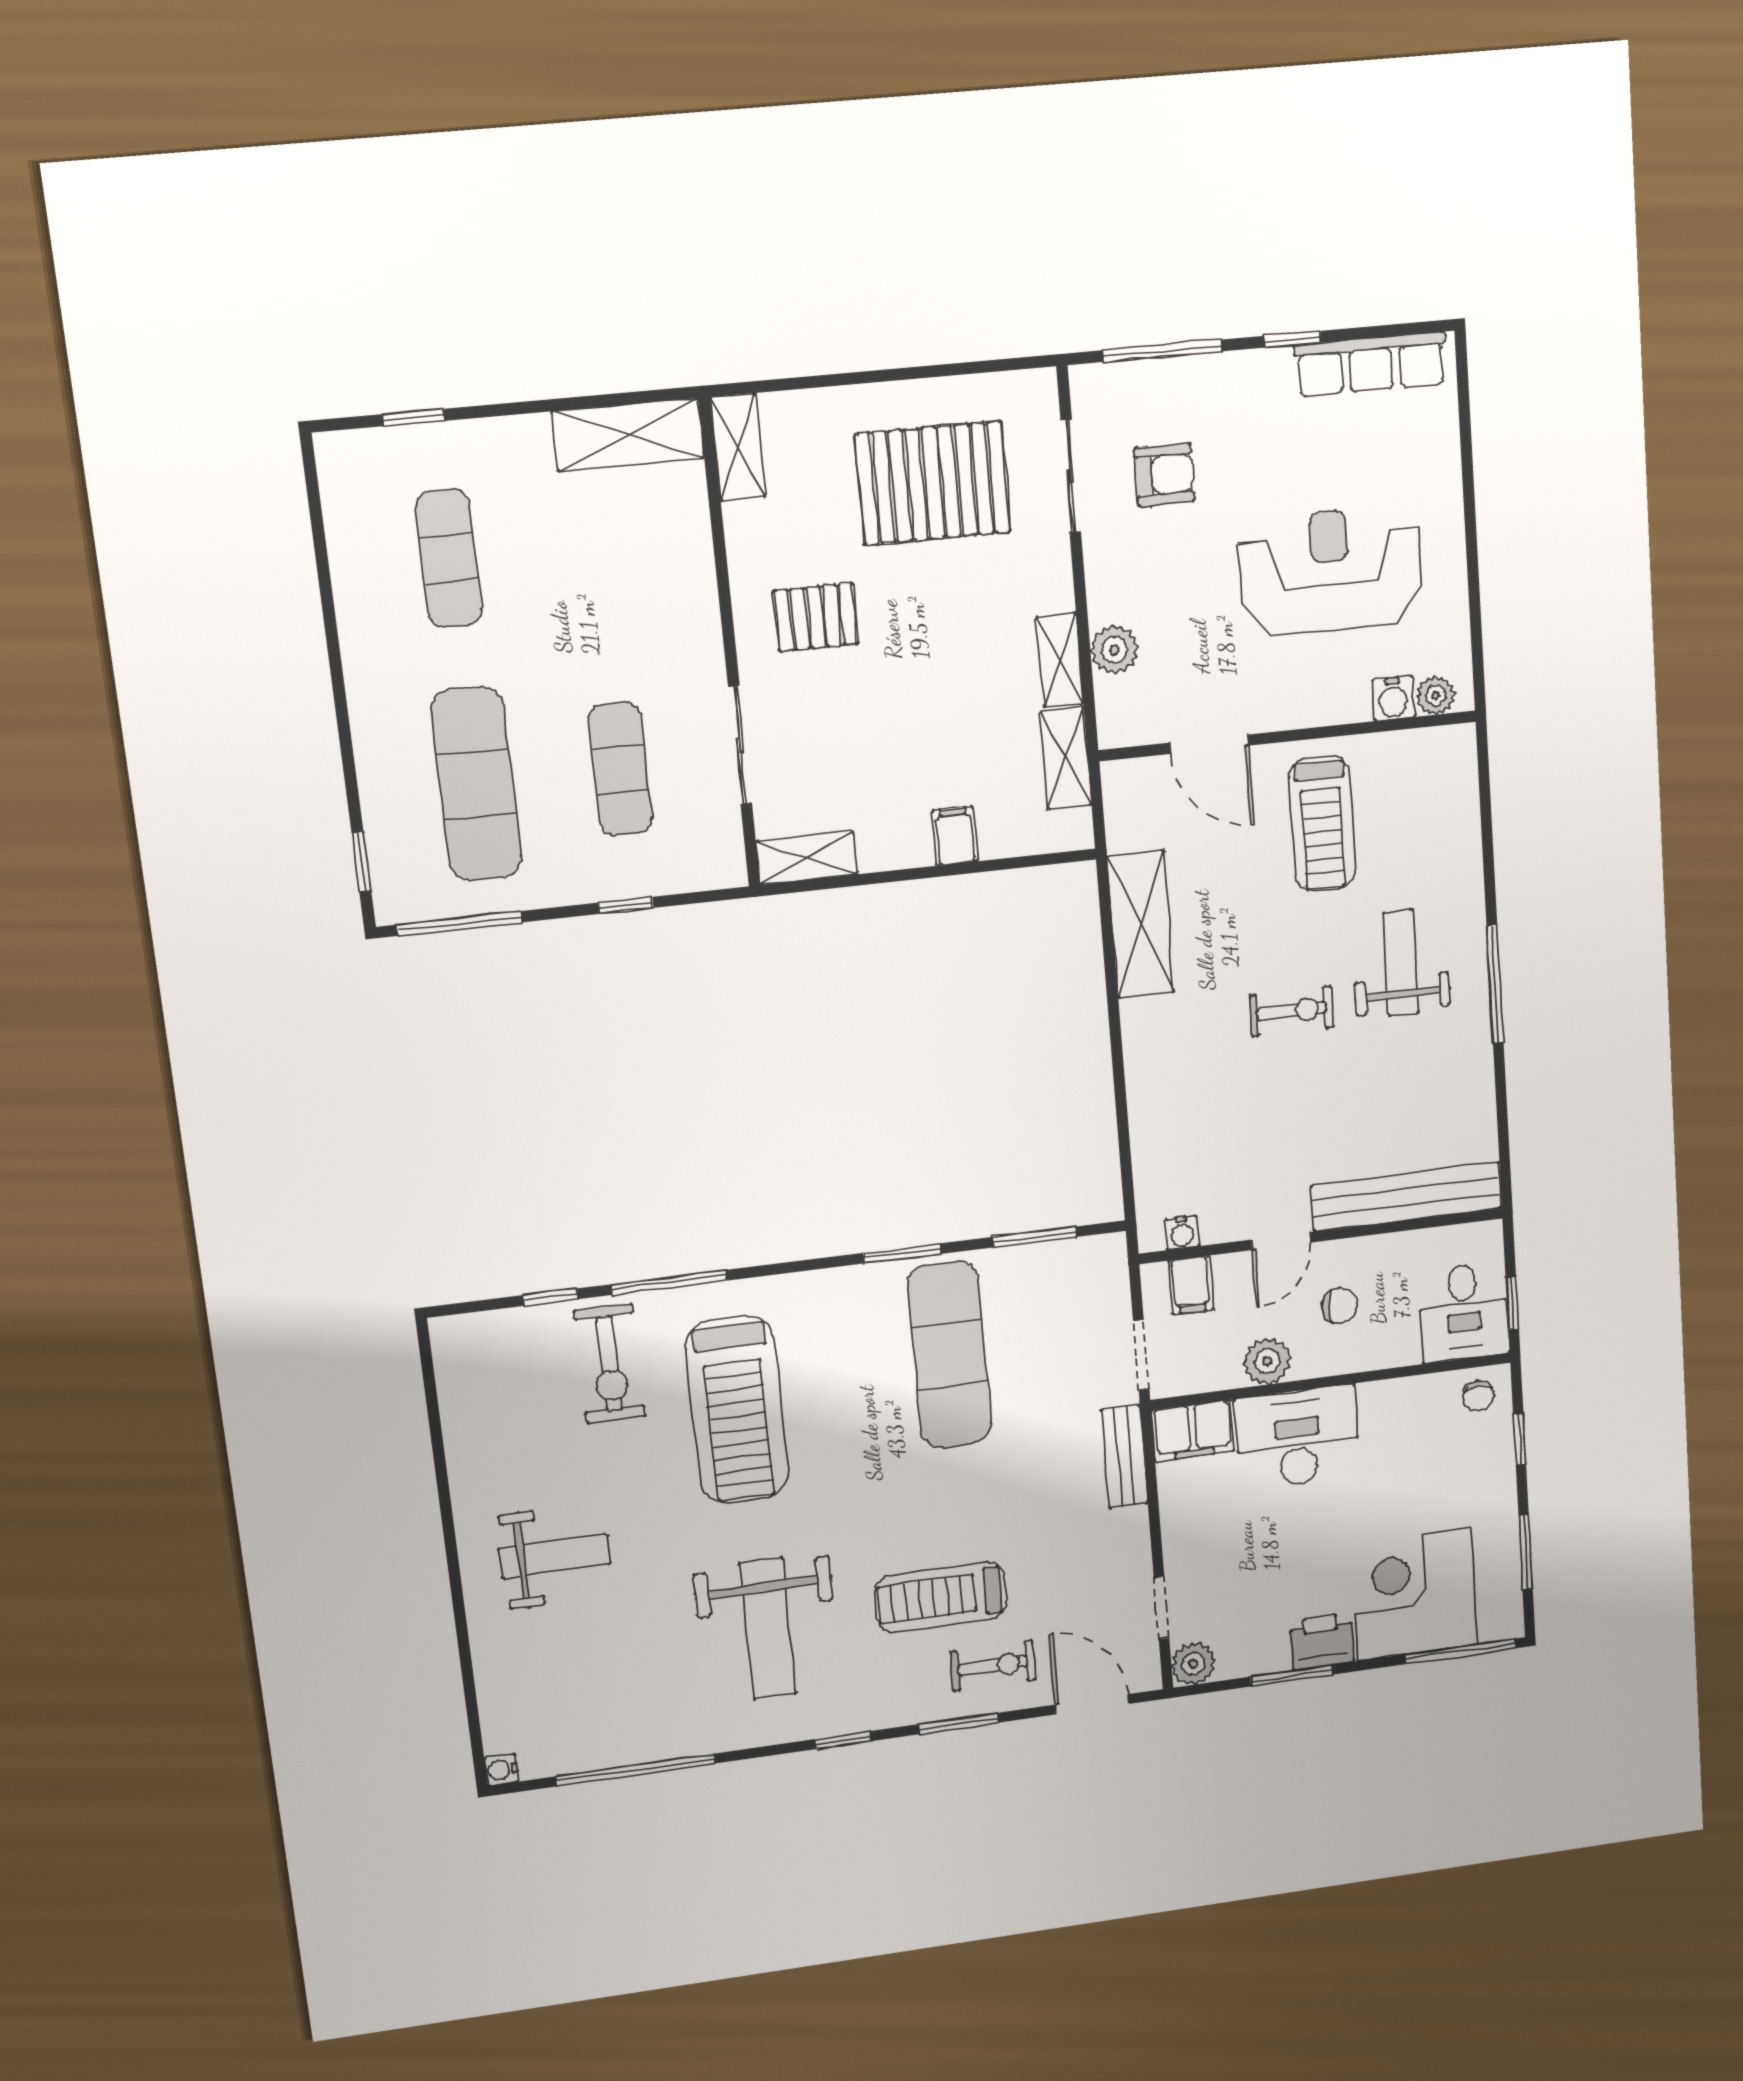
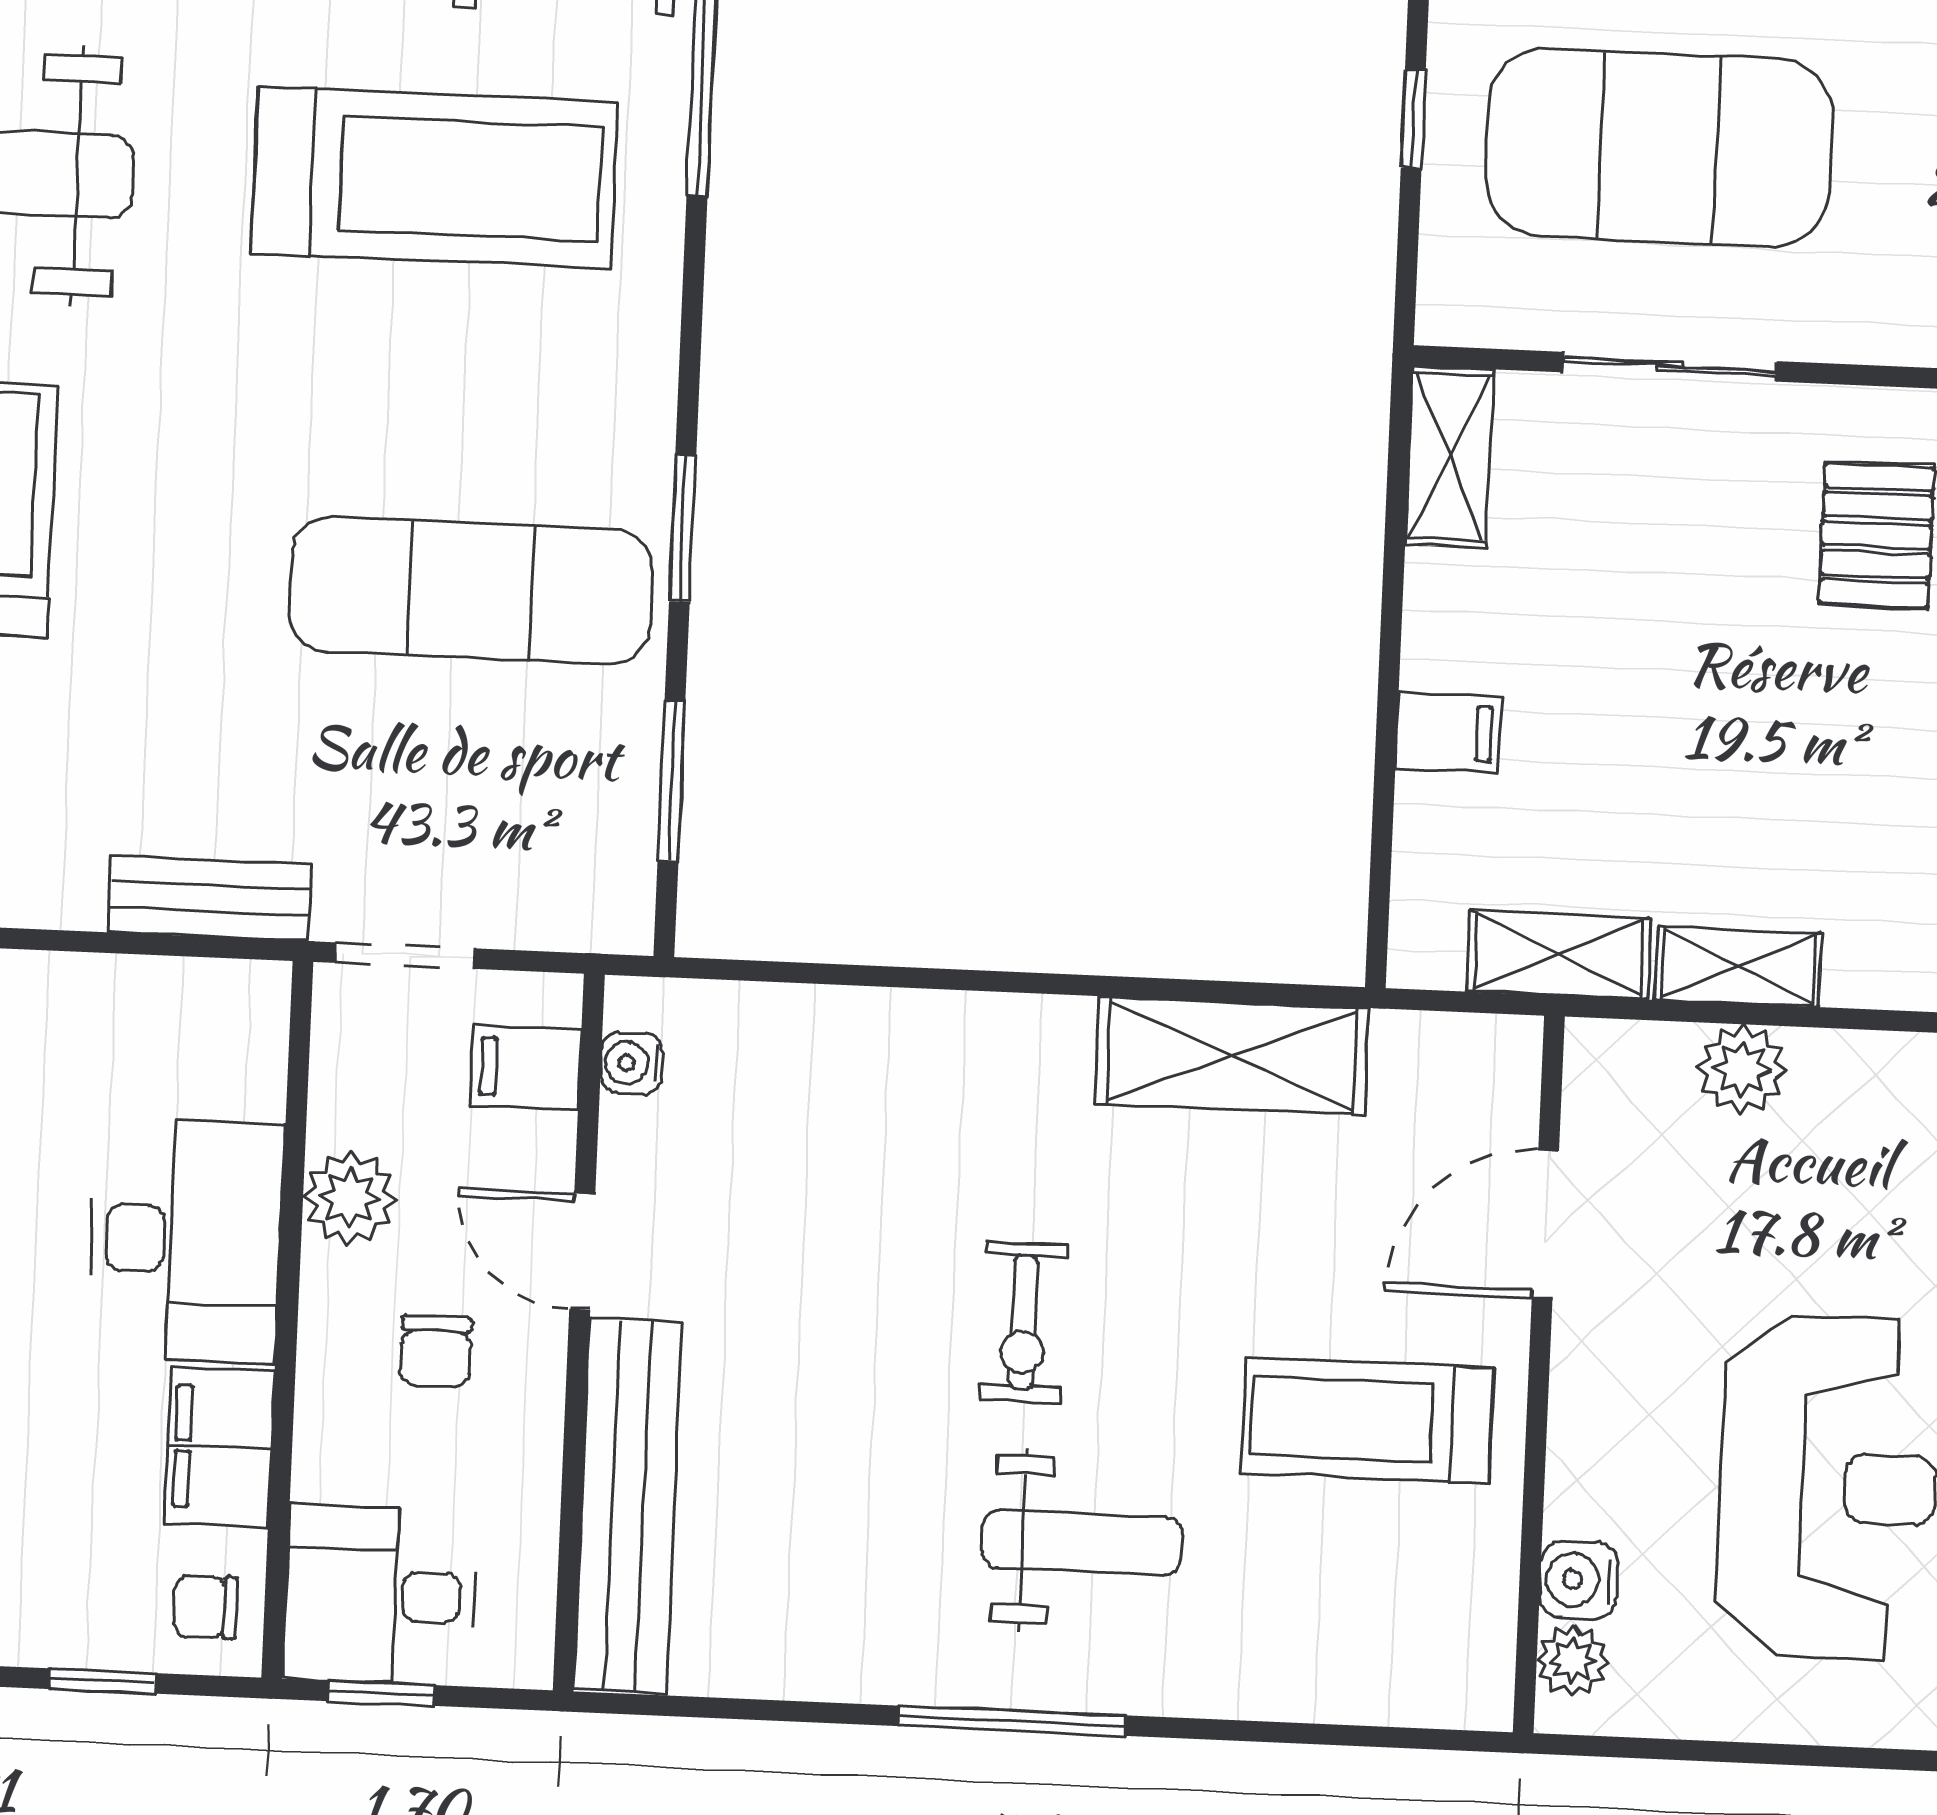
exercise mat: (620, 769) -> (1659, 147), width x2.00, depth x1.45
treadmill: (737, 1410) -> (435, 177), turned 180
filing cabinet: (1193, 1431) -> (219, 1447), moved

